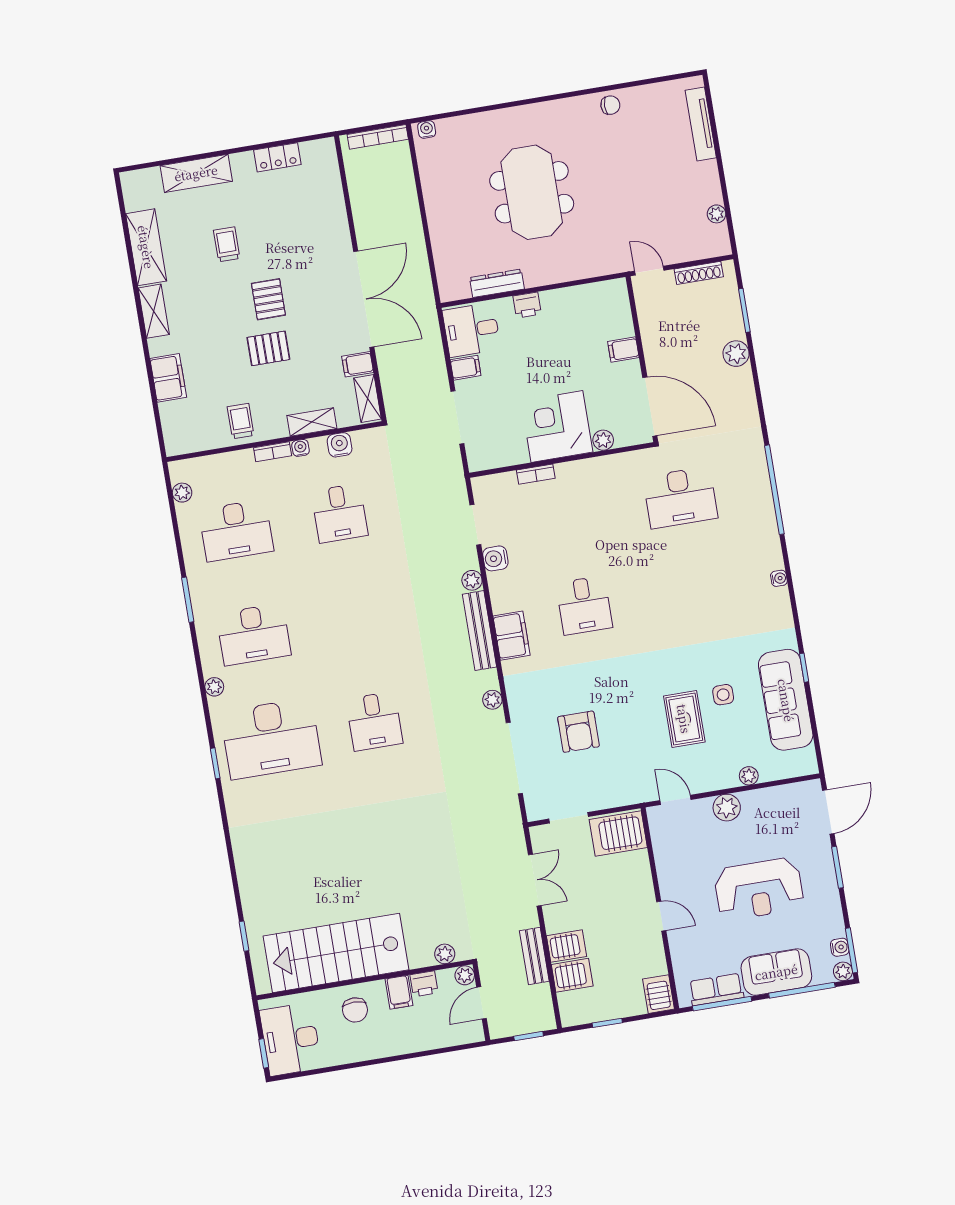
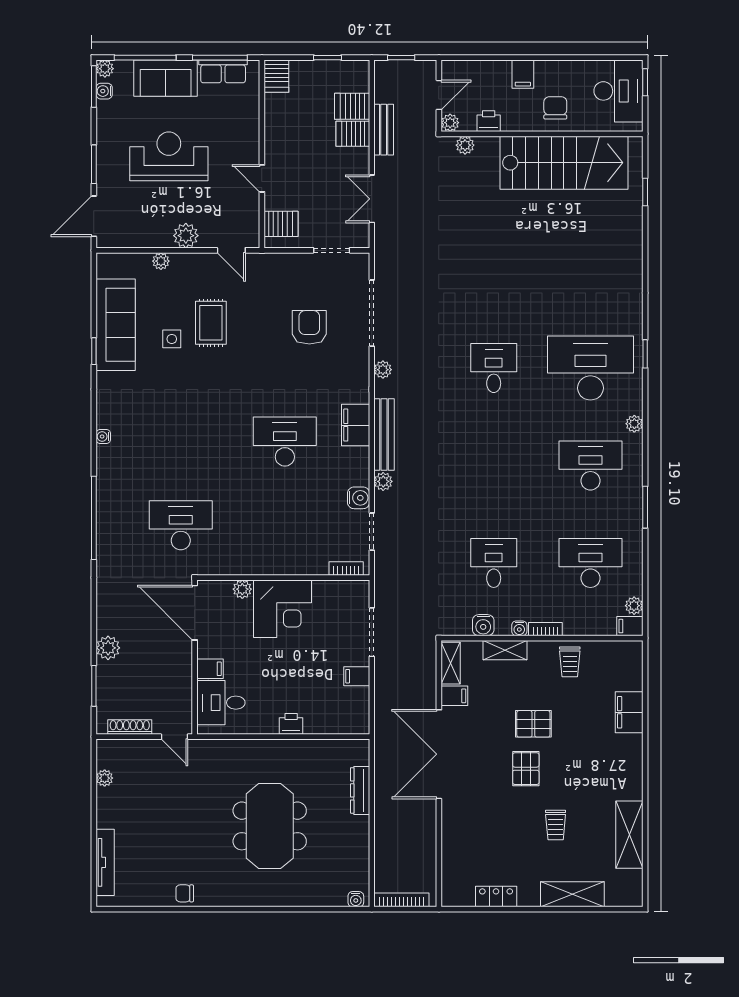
dresser: (497, 283) -> (360, 790), moved, turned 90
shelving: (154, 311) -> (632, 775), removed
desk: (471, 330) -> (221, 703), moved, turned 180
filing cabinet: (183, 470) -> (630, 626), added
bookcase: (536, 474) -> (346, 568), moved
desk: (584, 605) -> (285, 442), width x1.37
server rack: (618, 834) -> (281, 224), width x0.73, depth x0.70
door: (661, 916) -> (262, 178), moved
filing cabinet: (399, 992) -> (523, 74), moved, turned 180

